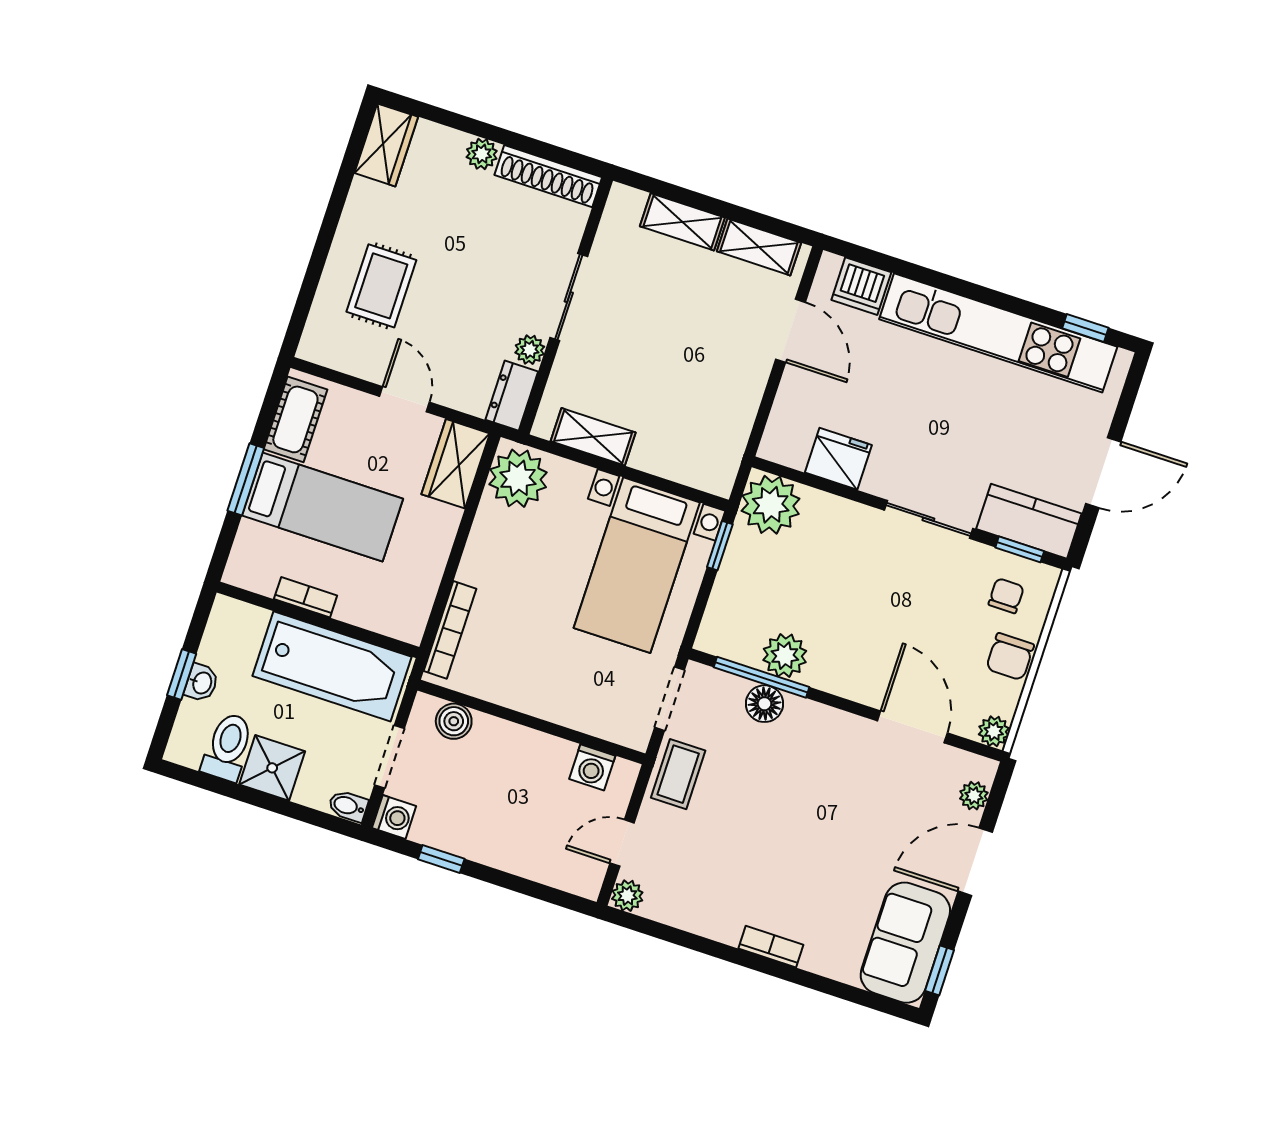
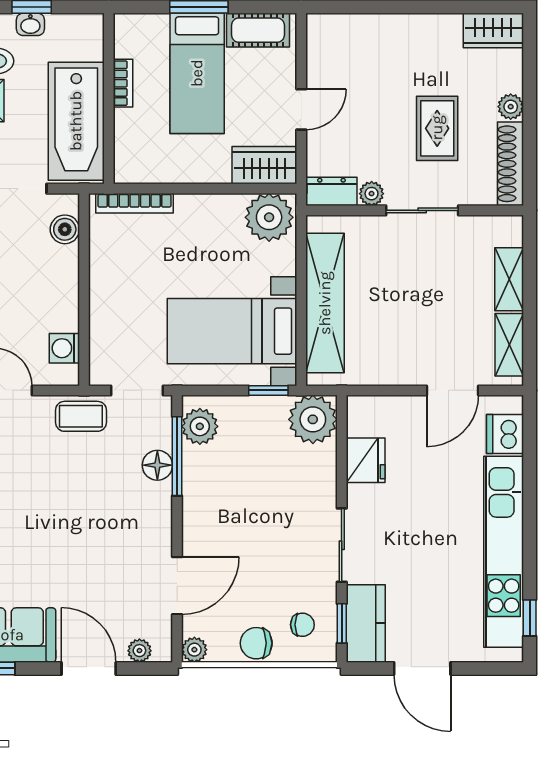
rug: (381, 286) -> (437, 128), moved, turned 90
shelving: (593, 437) -> (325, 303), width x2.20, depth x1.33
plant: (785, 656) -> (200, 426), moved

